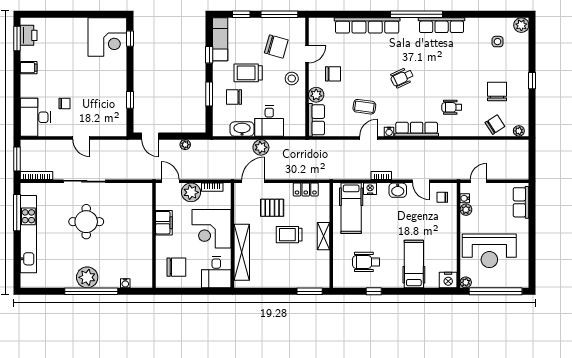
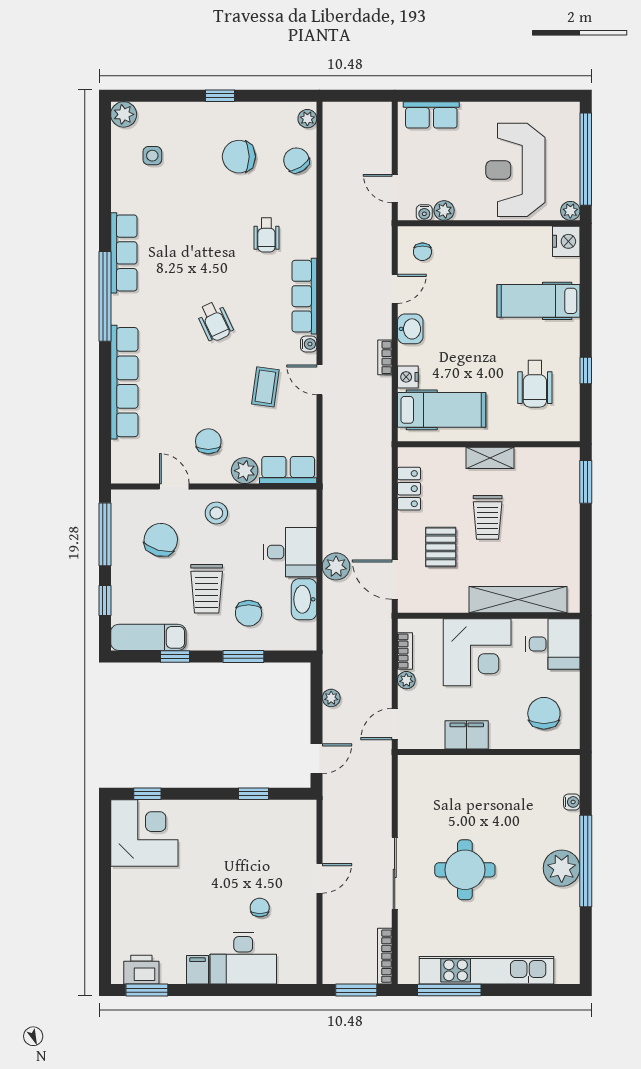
desk: (35, 117) -> (243, 958), moved
plant: (191, 192) -> (406, 680), width x0.53, depth x0.53
reception desk: (489, 251) -> (515, 170), turned 180

